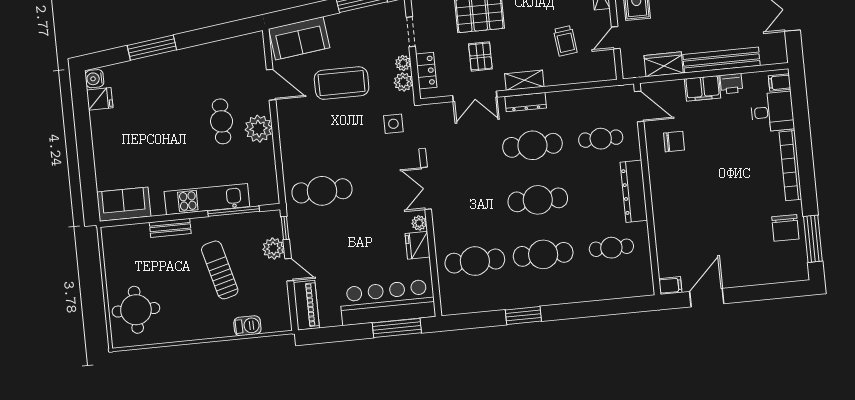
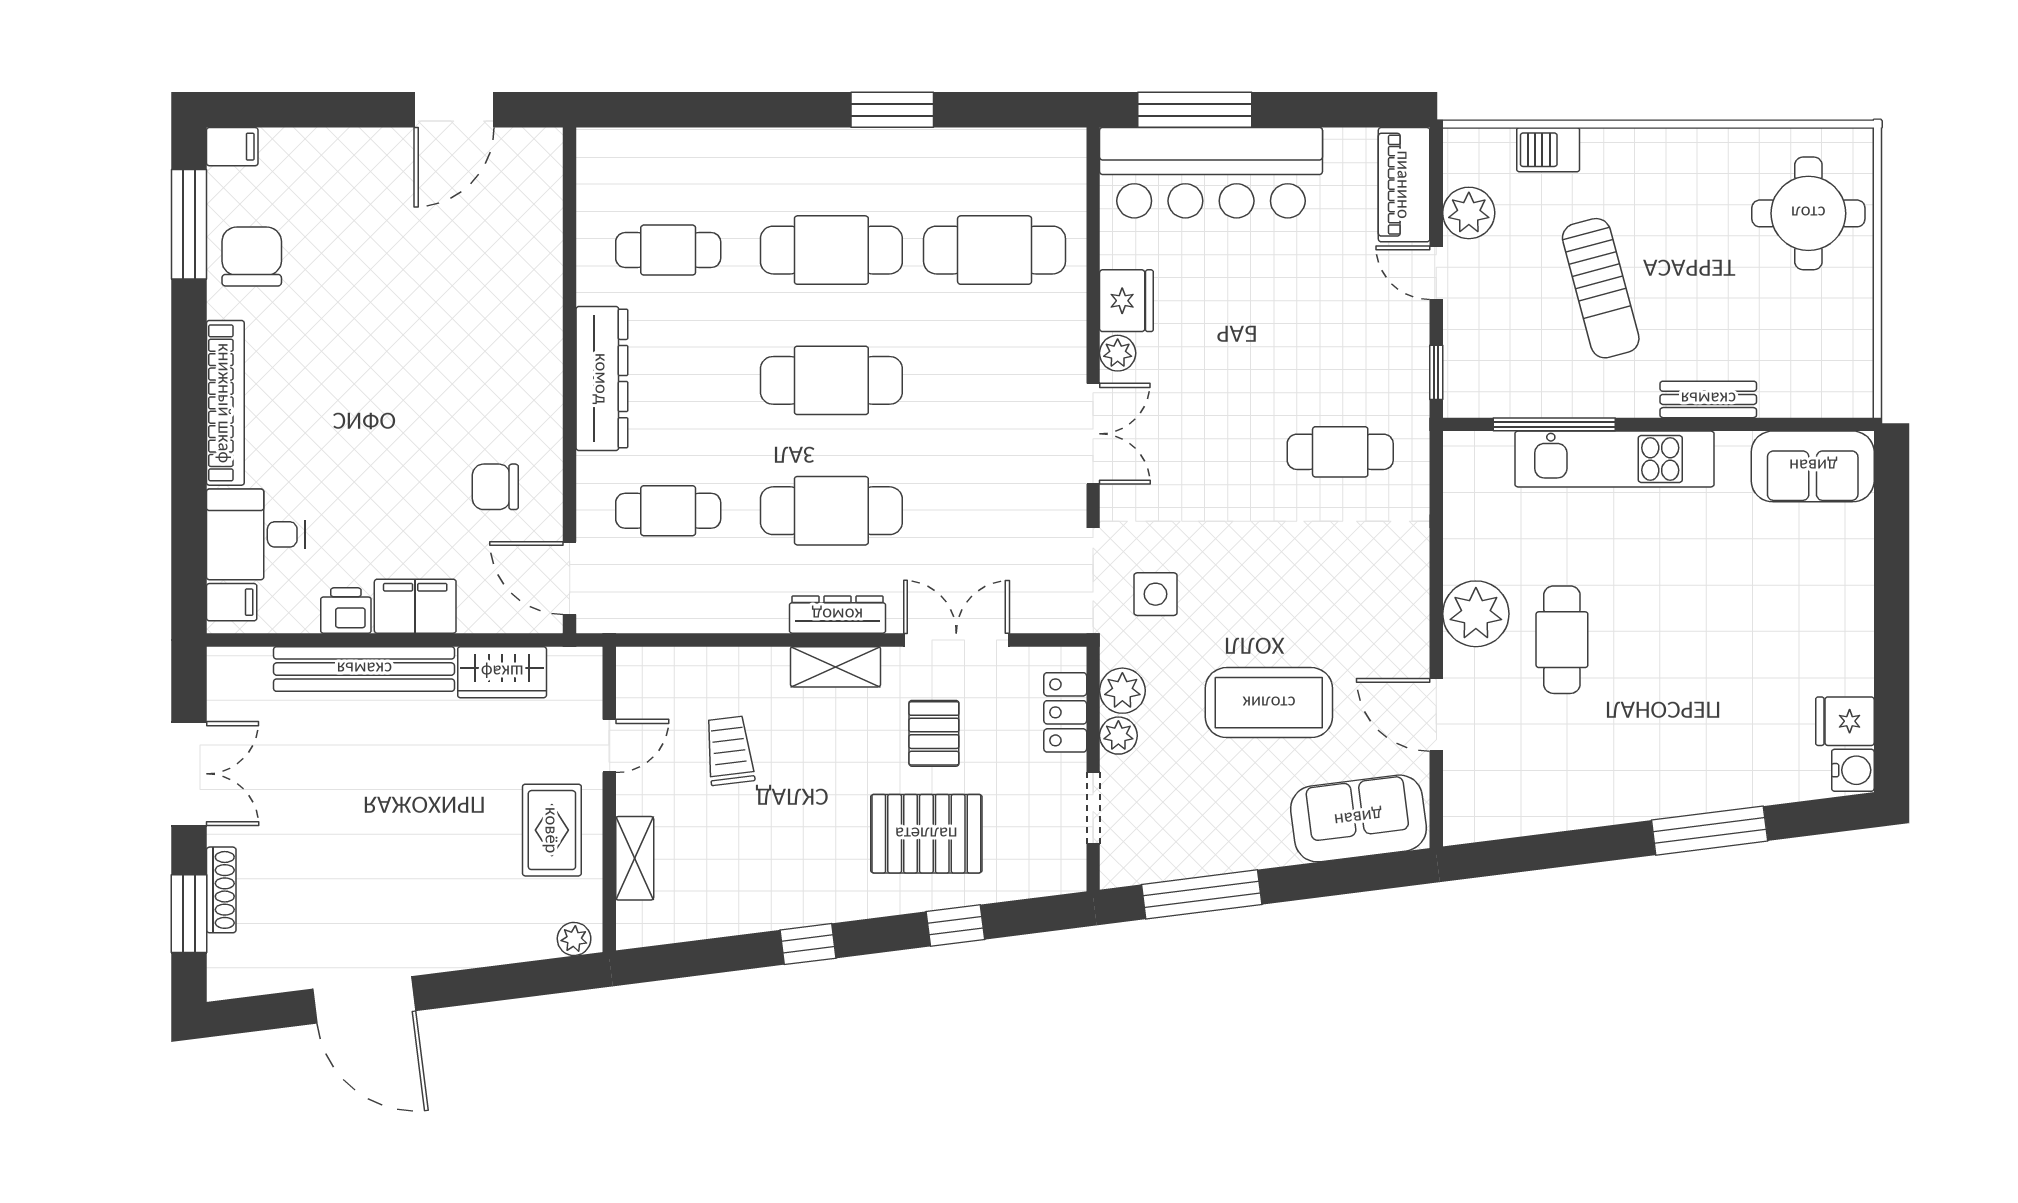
cafe table: (322, 191) -> (1340, 452), width x0.73, depth x0.74
plant: (273, 248) -> (1469, 213), moved
filing cabinet: (670, 286) -> (232, 147), moved, turned 180

